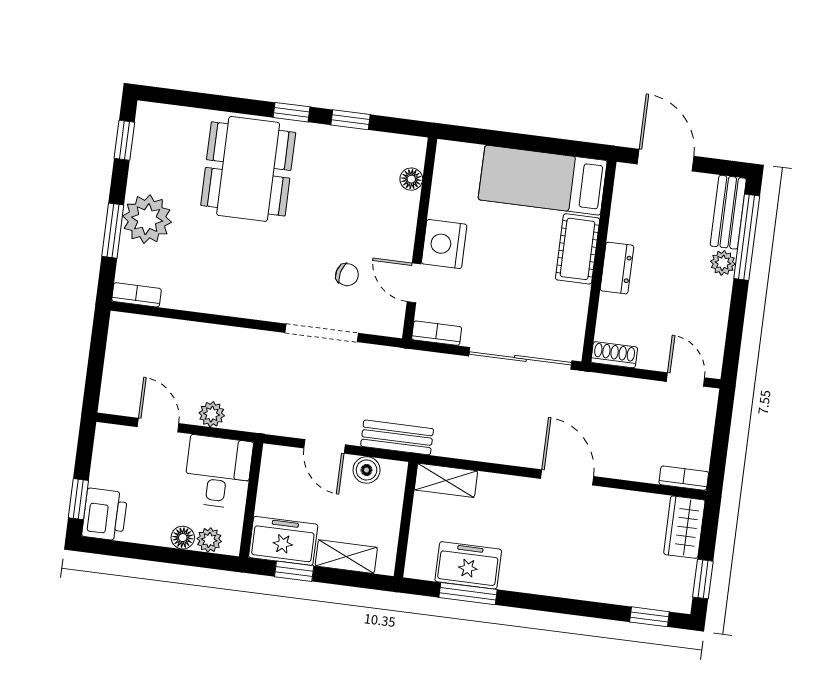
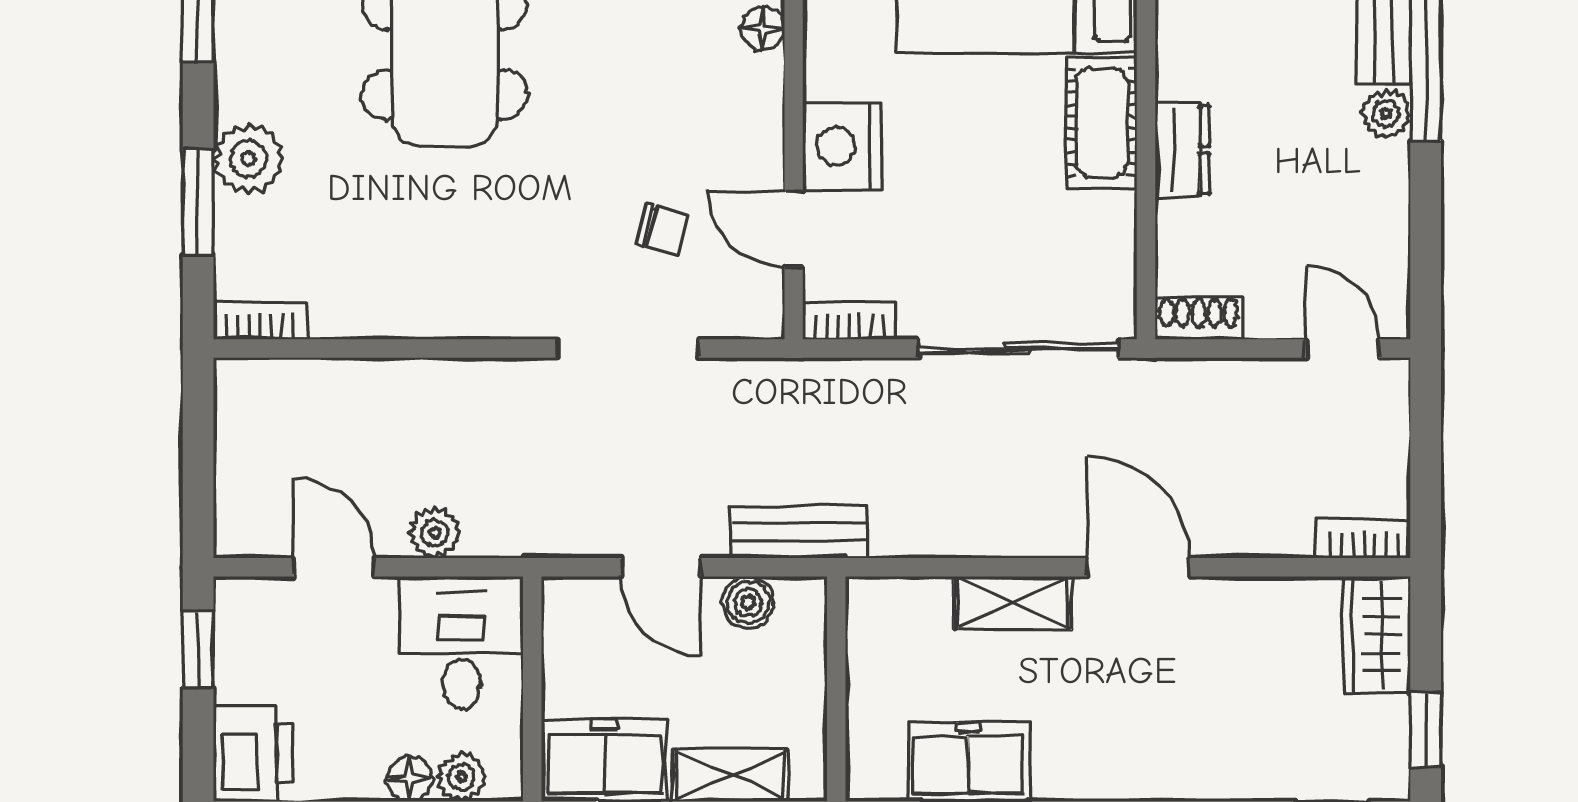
plant: (147, 219) -> (249, 159), width x0.73, depth x0.73
shelving: (446, 480) -> (1013, 603), moved
window: (78, 499) -> (198, 650), moved

